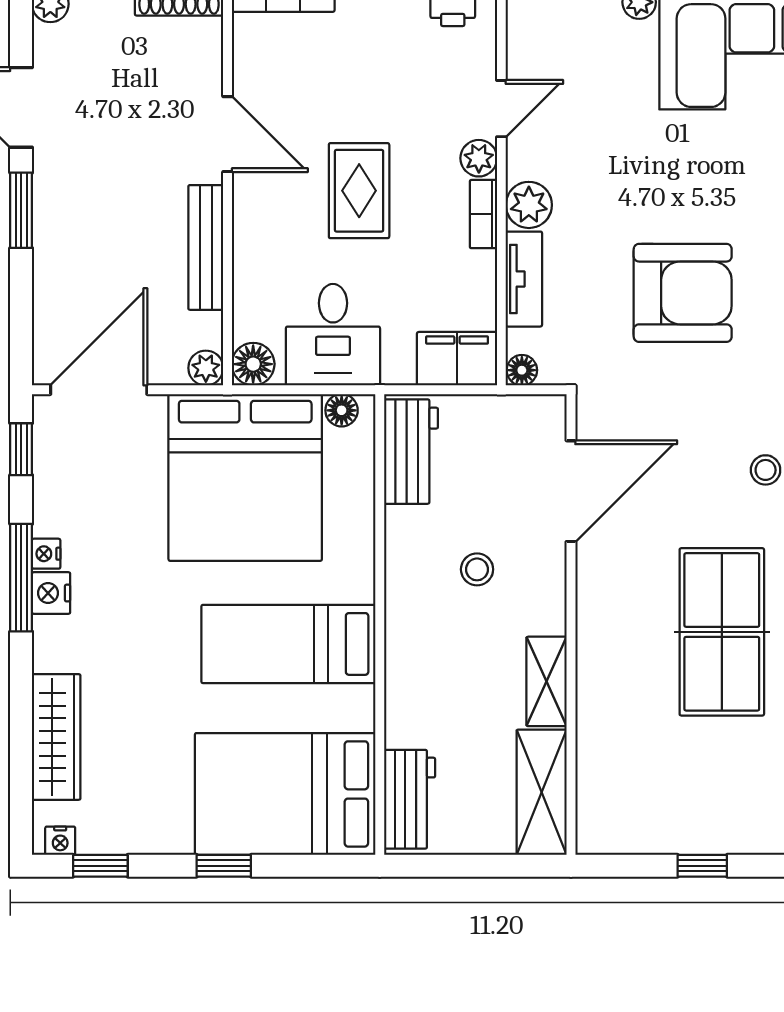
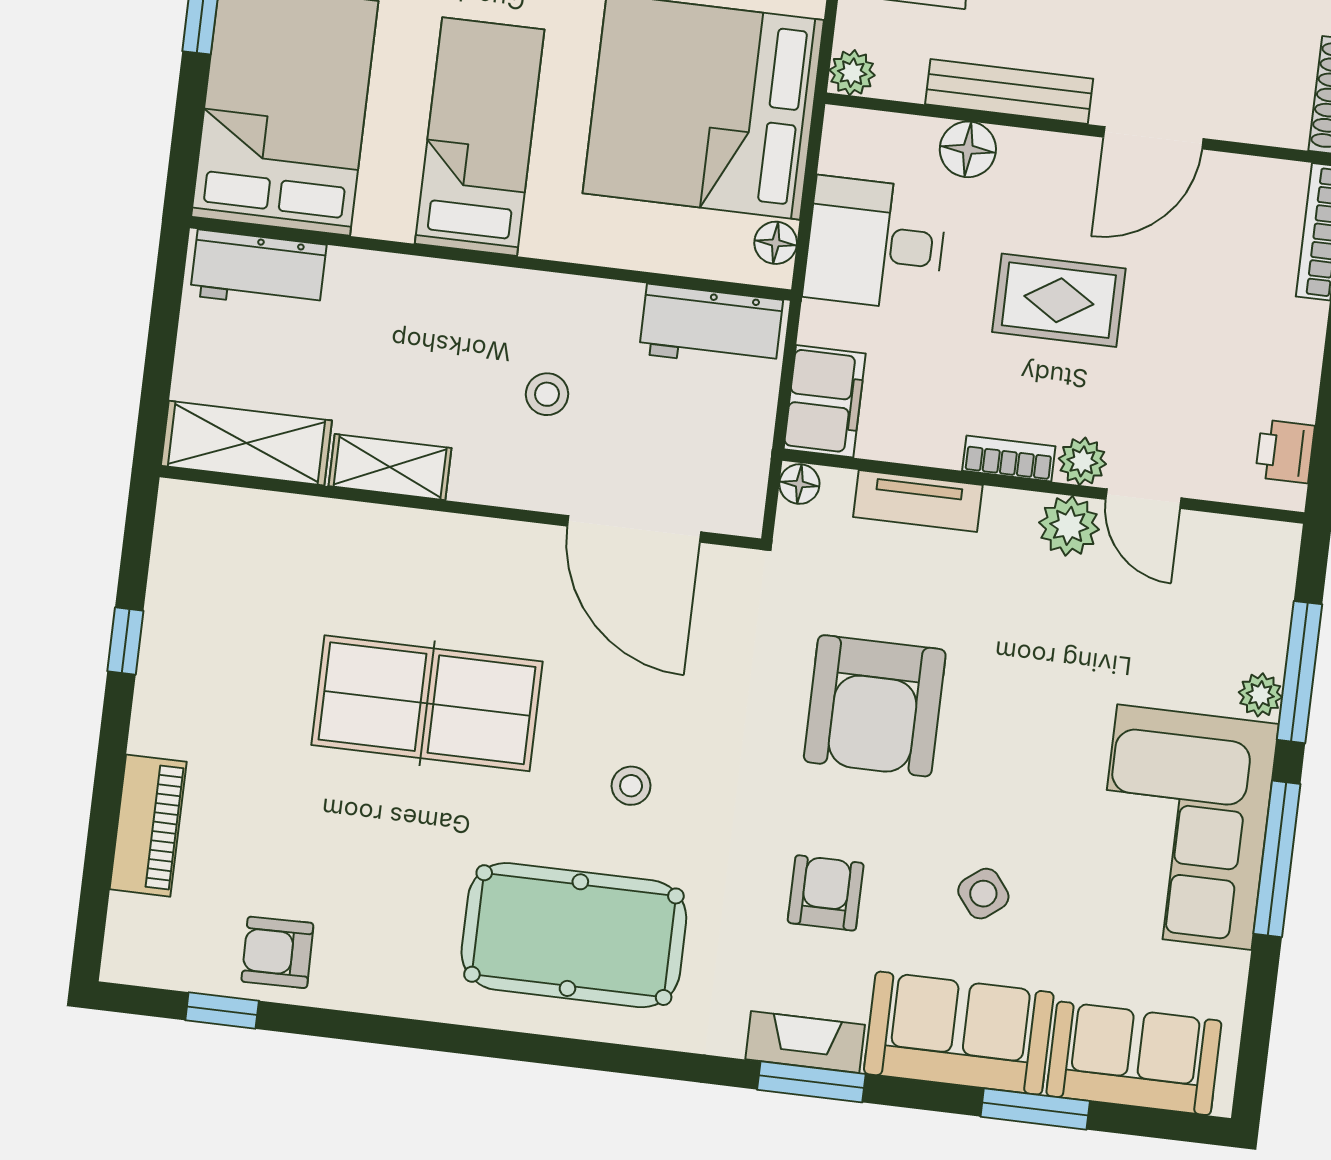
plant: (529, 205) -> (1069, 526), moved
floor lamp: (253, 364) -> (968, 149), moved

